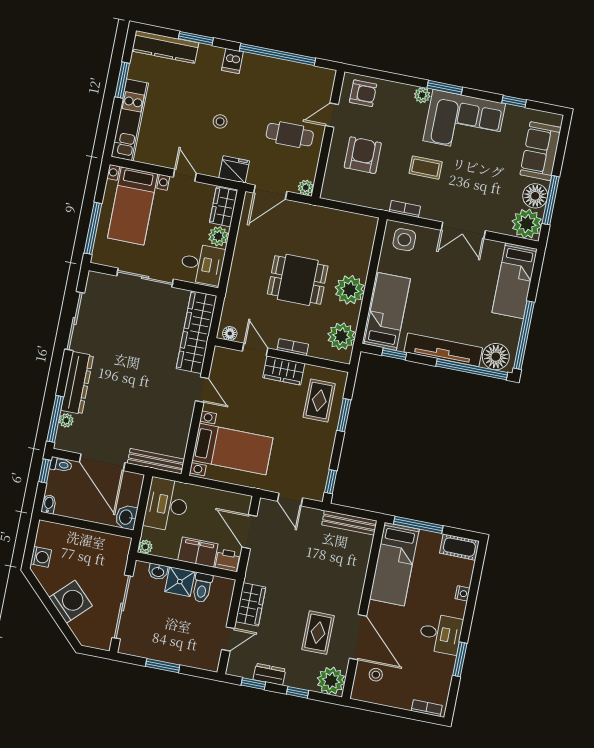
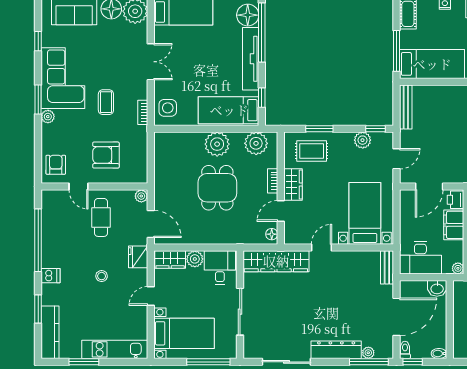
bench: (156, 461) -> (387, 267), width x0.73
plant: (320, 464) -> (363, 140), added

